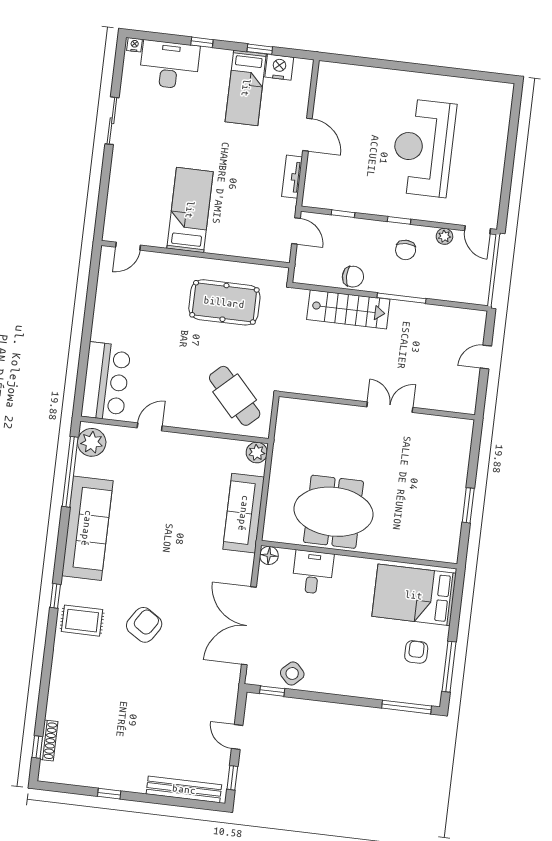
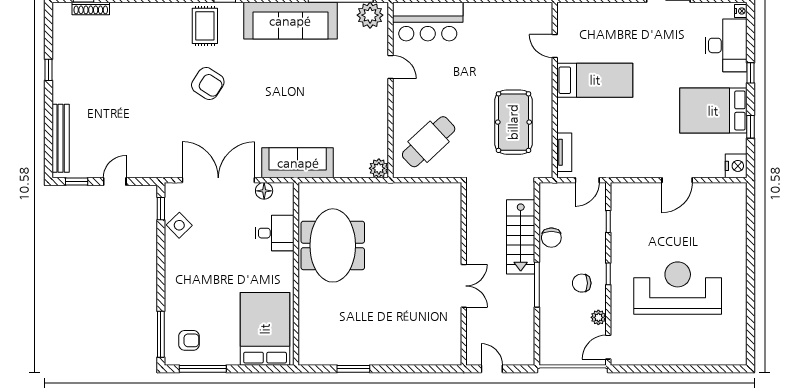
nightstand: (279, 67) -> (736, 166), moved
bed: (246, 88) -> (713, 111), width x1.50
tv unit: (292, 177) -> (564, 152), moved, turned 90
door: (128, 246) -> (555, 46), moved
wall: (377, 406) -> (464, 274), moved
double door: (390, 407) -> (464, 286), moved
sofa: (244, 513) -> (298, 163), moved
floor lamp: (269, 555) -> (264, 191), moved
armchair: (416, 652) -> (189, 340), moved

